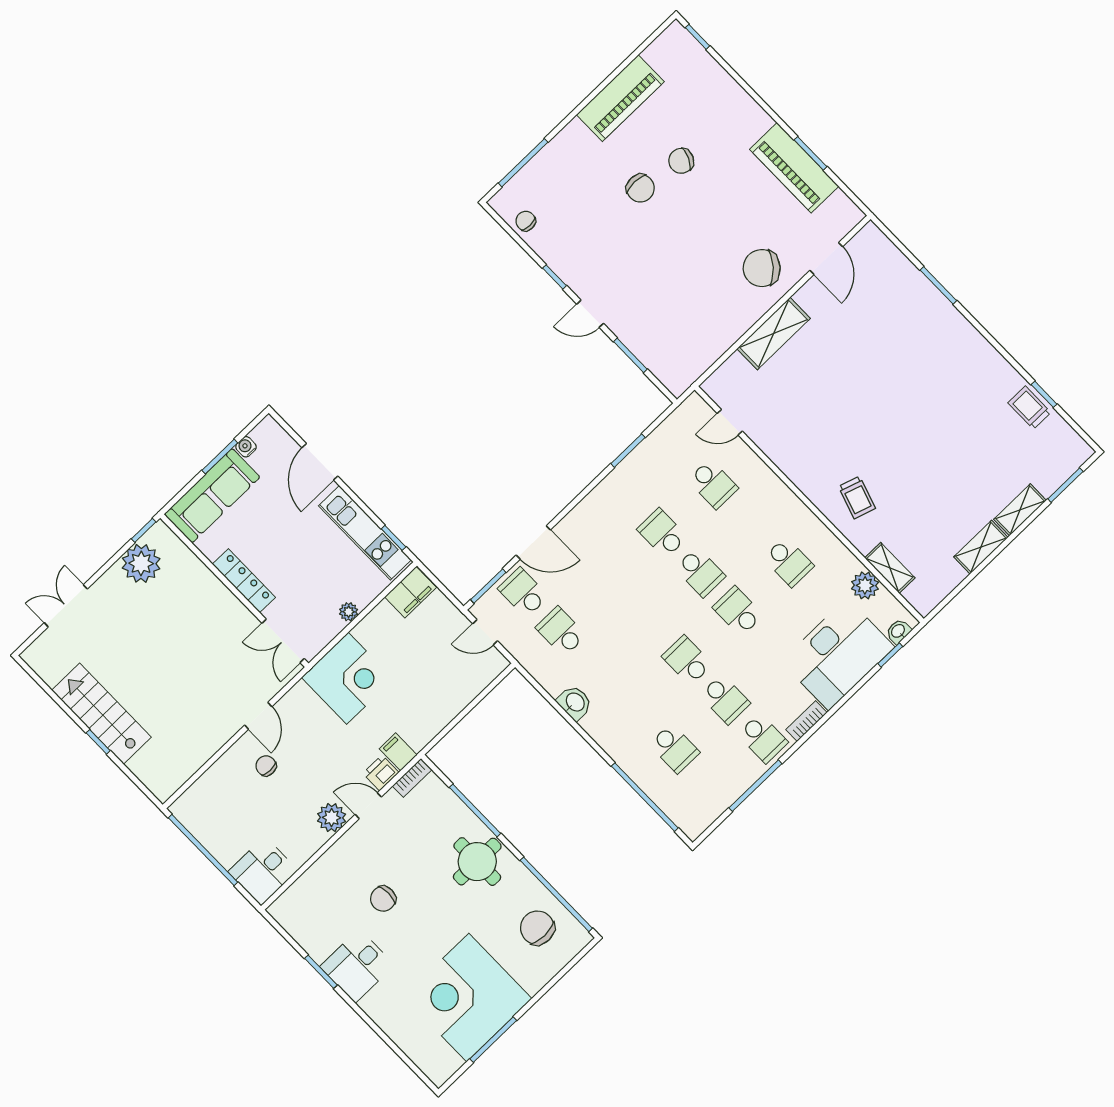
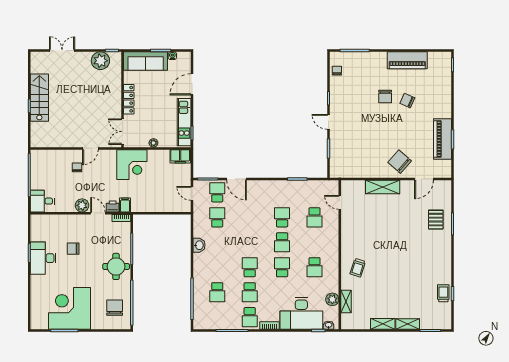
pallet: (906, 304) -> (436, 220), added
desk: (357, 966) -> (43, 258), width x1.37

